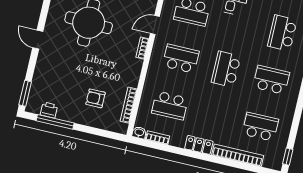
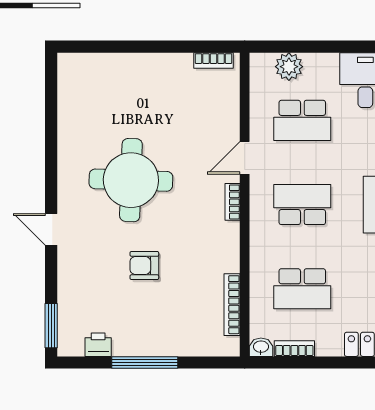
armchair: (96, 98) -> (144, 266), moved
window: (55, 122) -> (145, 362), moved

